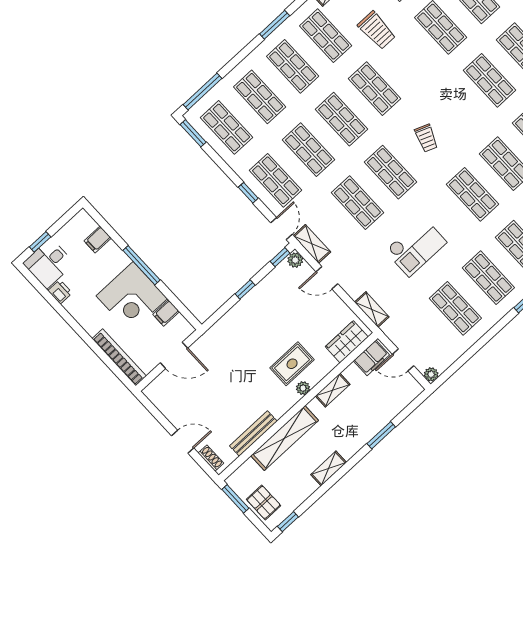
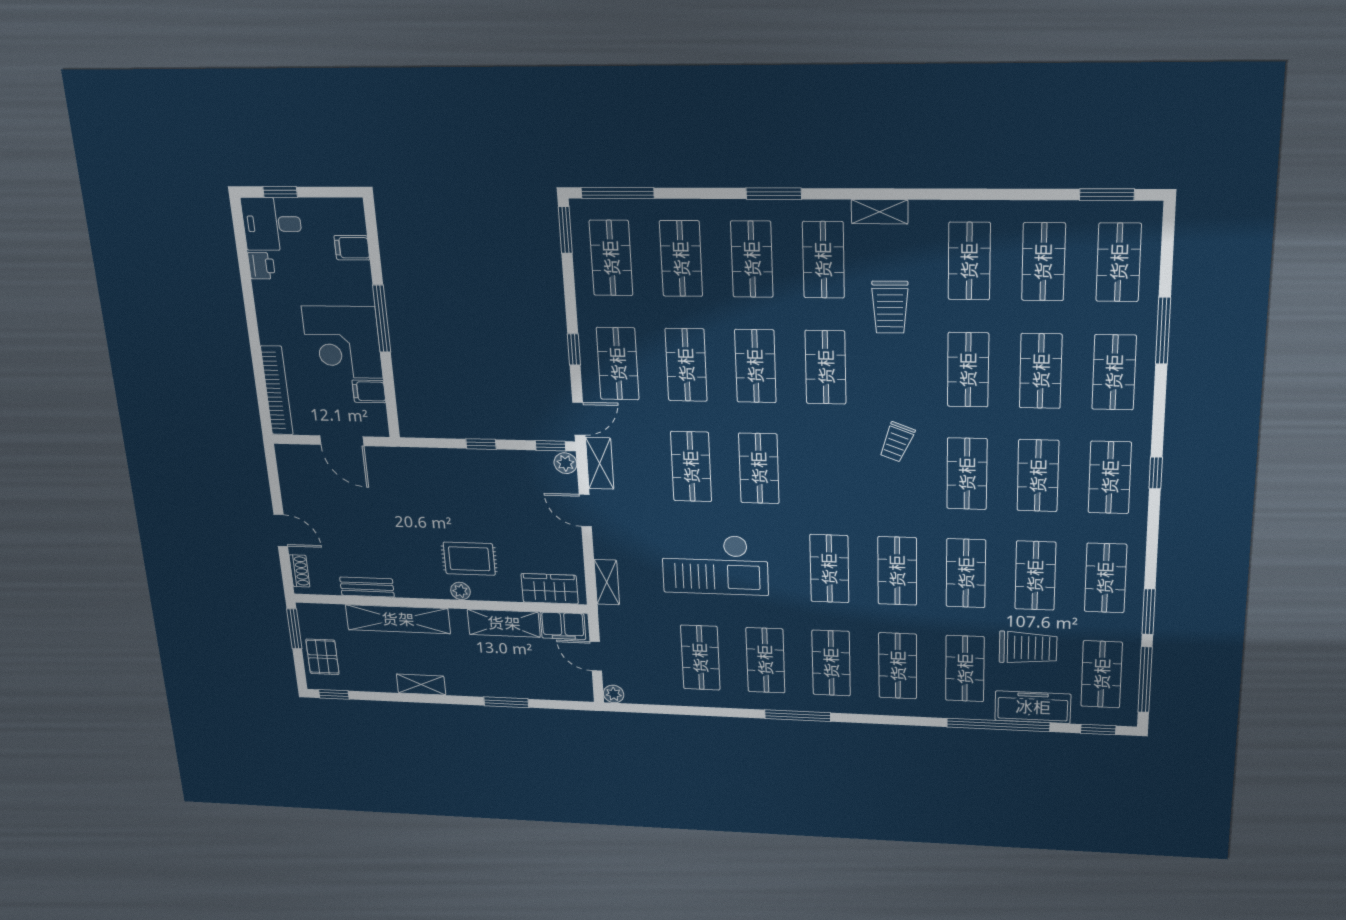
trolley: (426, 138) -> (897, 442), moved
checkout: (416, 247) -> (715, 565), width x1.36, depth x1.21
shelving: (333, 390) -> (504, 623), width x1.50, depth x1.33
bench: (253, 434) -> (367, 587), width x0.73

